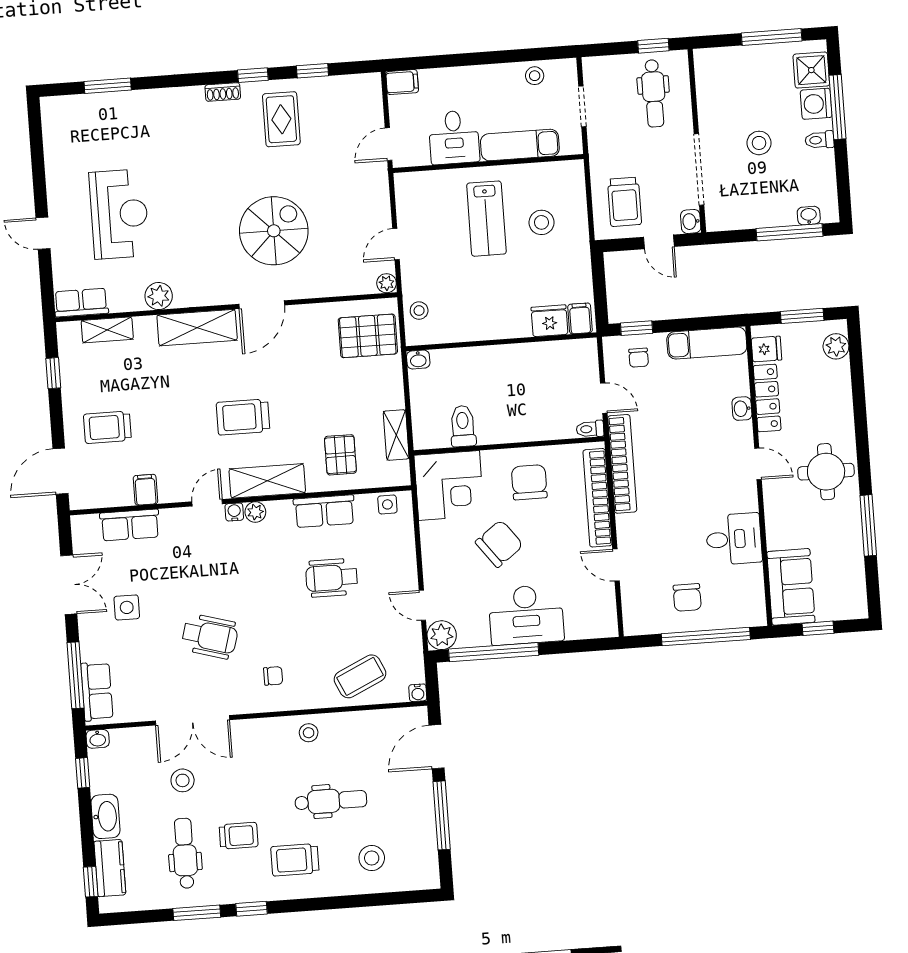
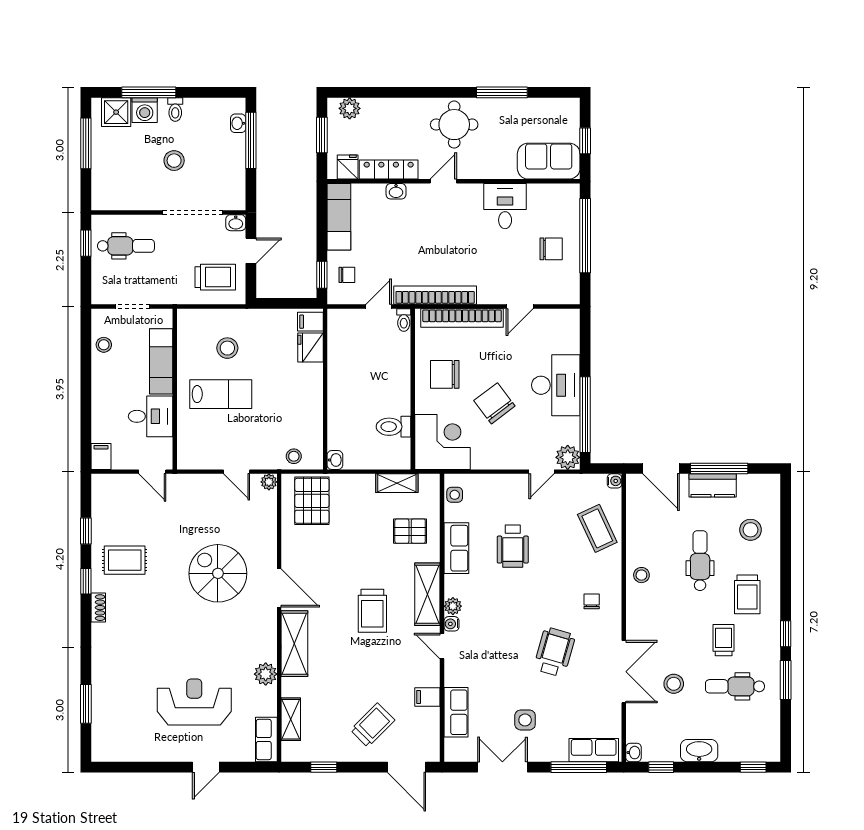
trolley: (107, 427) -> (373, 725), turned -135
kitchen counter: (110, 868) -> (713, 485), moved, turned 180

